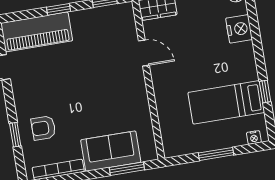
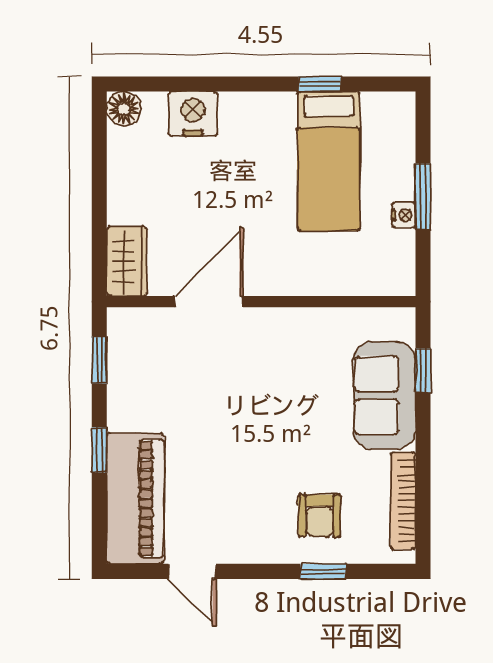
door: (144, 53) -> (209, 302), width x1.38
nightstand: (254, 137) -> (404, 215), moved
window: (127, 169) -> (423, 370), width x0.67

